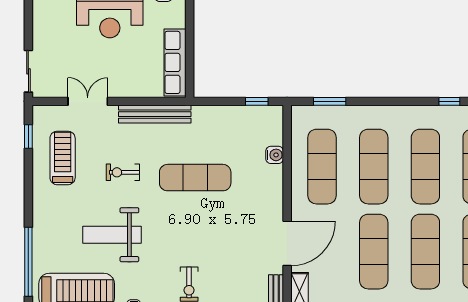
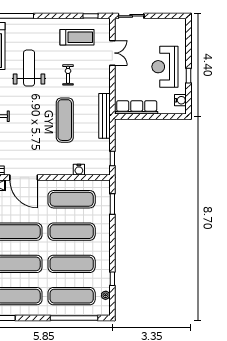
bench: (155, 114) -> (104, 116), moved

